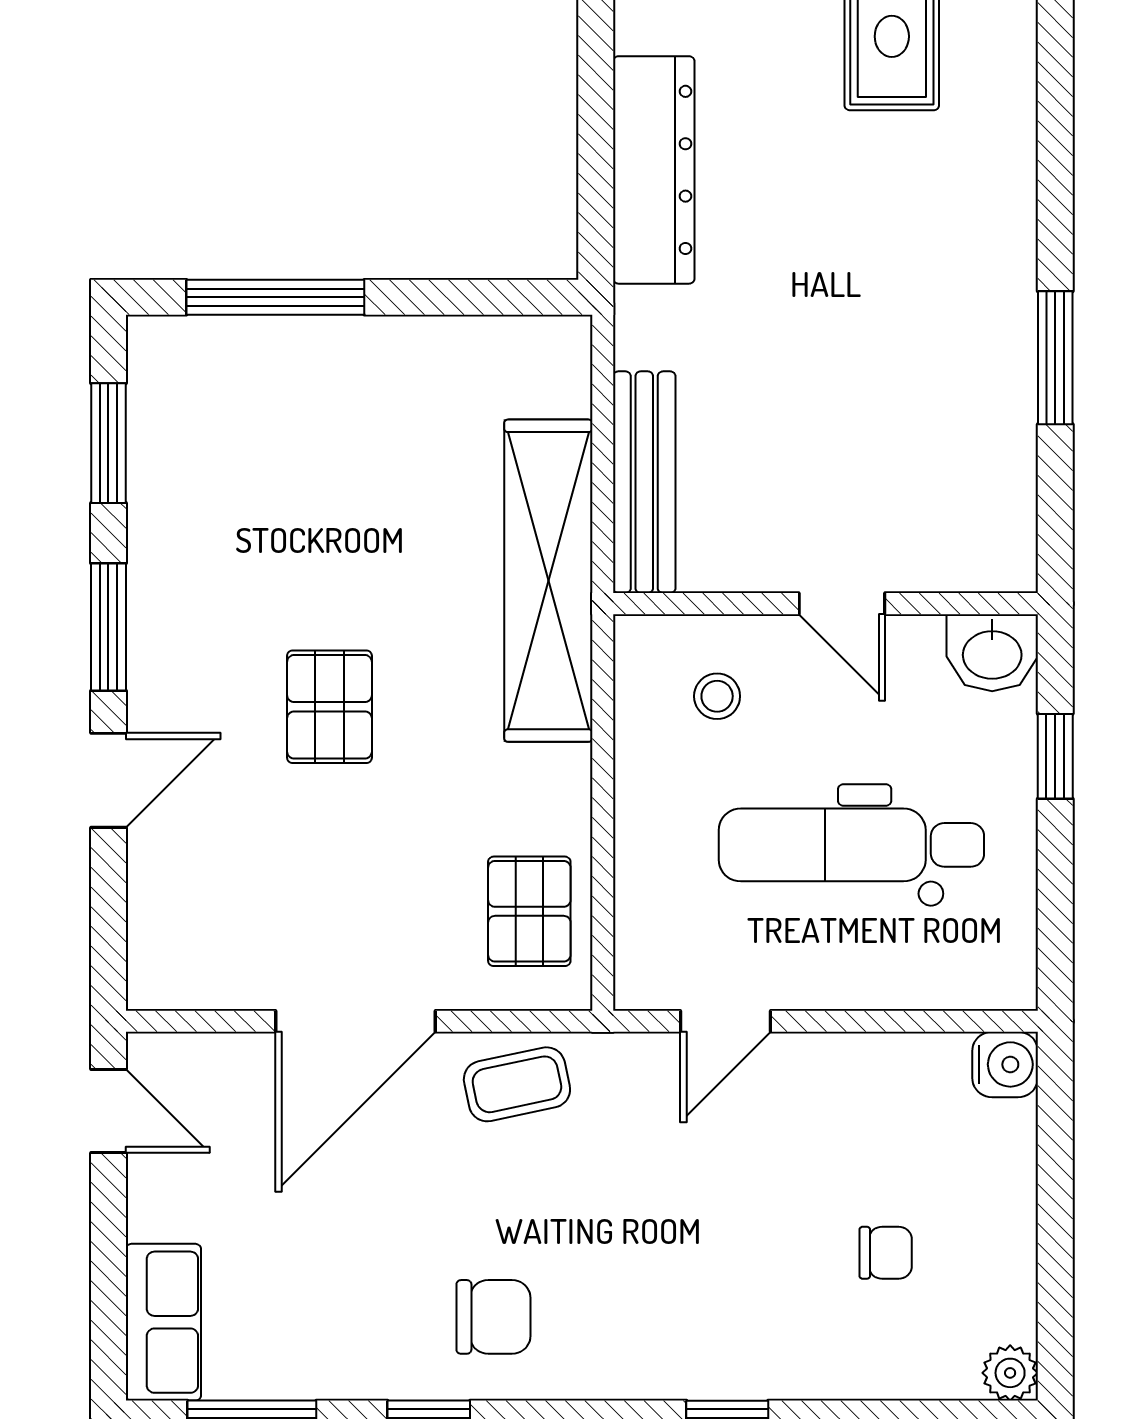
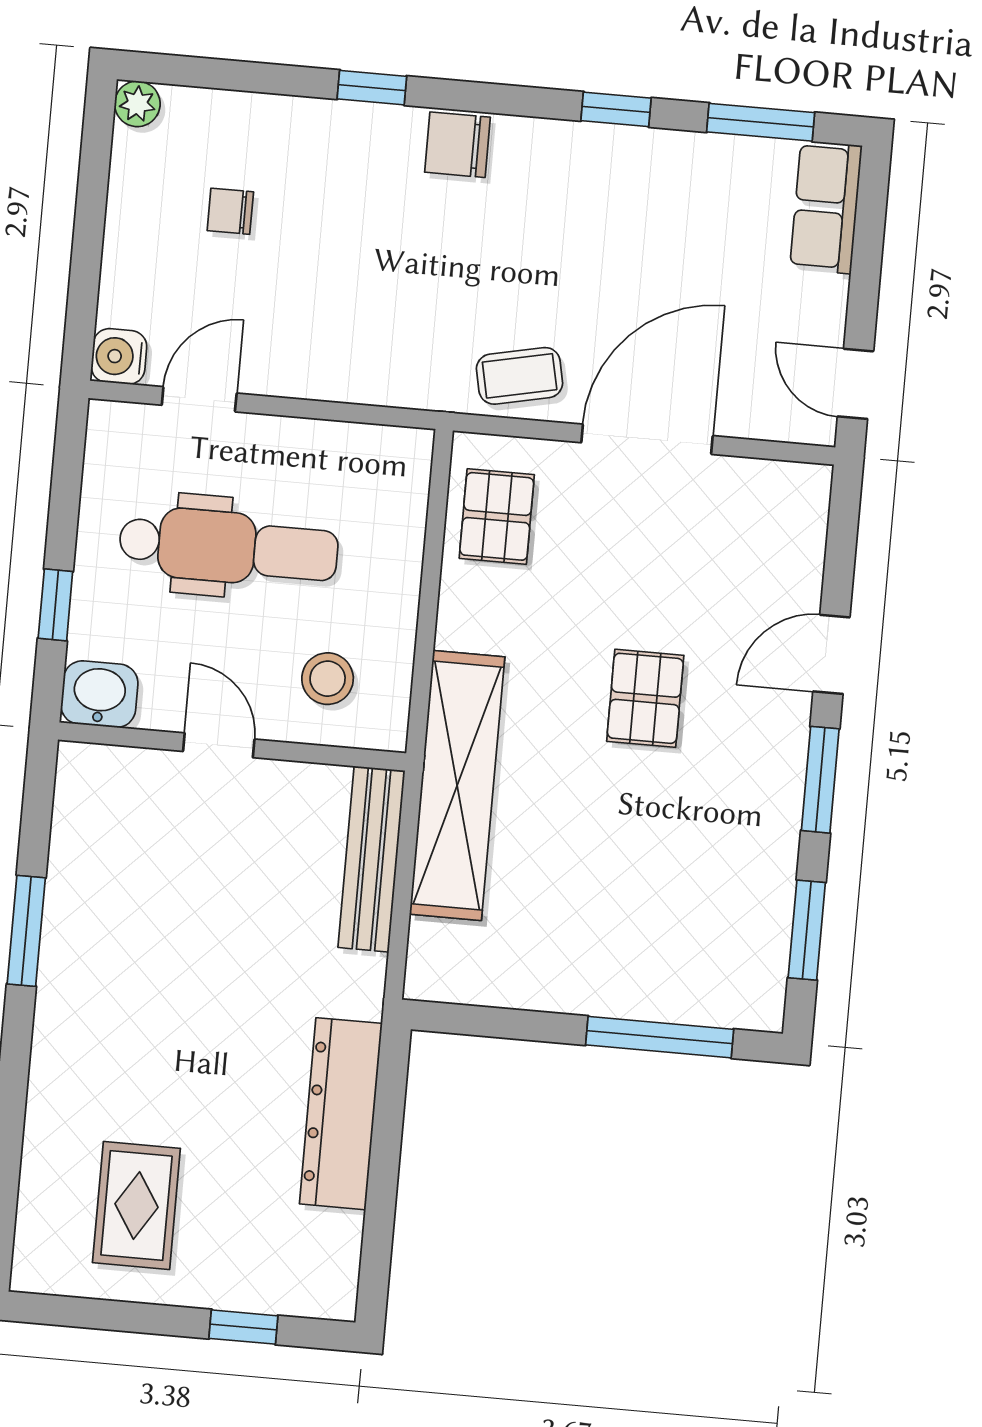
stool: (717, 696) -> (328, 679), width x1.37, depth x1.37
door: (726, 1021) -> (199, 399), moved
chair: (493, 1317) -> (457, 145), moved

